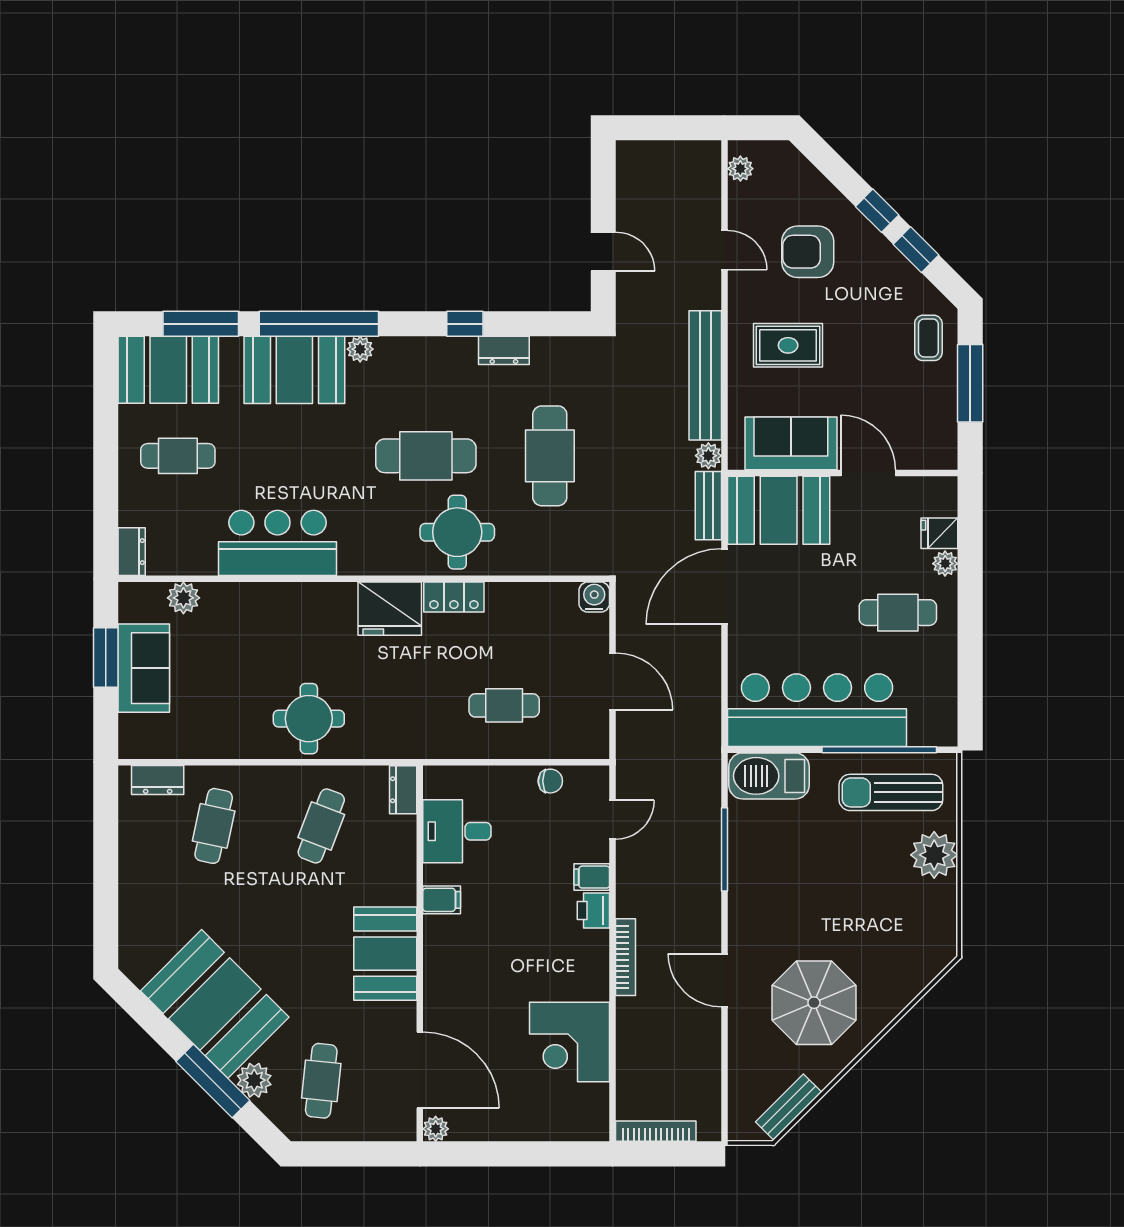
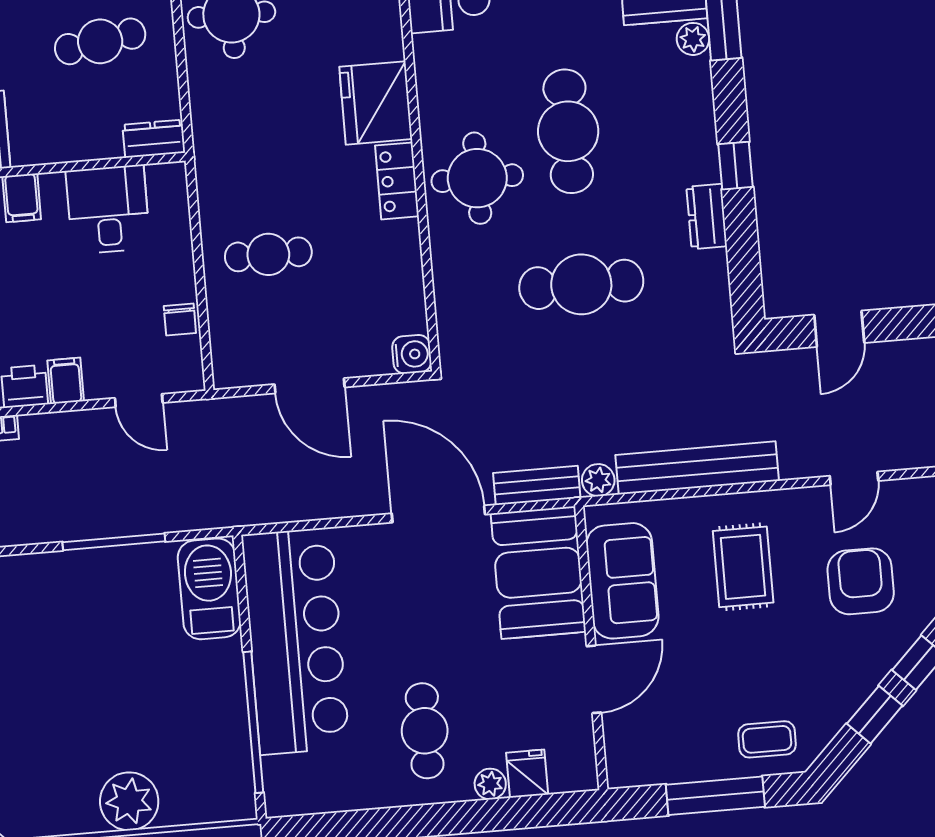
door: (613, 681) -> (310, 386), hinge flipped
cafe table: (504, 705) -> (268, 254), turned 90
sun lounger: (891, 792) -> (202, 741), removed
cafe table: (321, 826) -> (100, 41), turned -30

